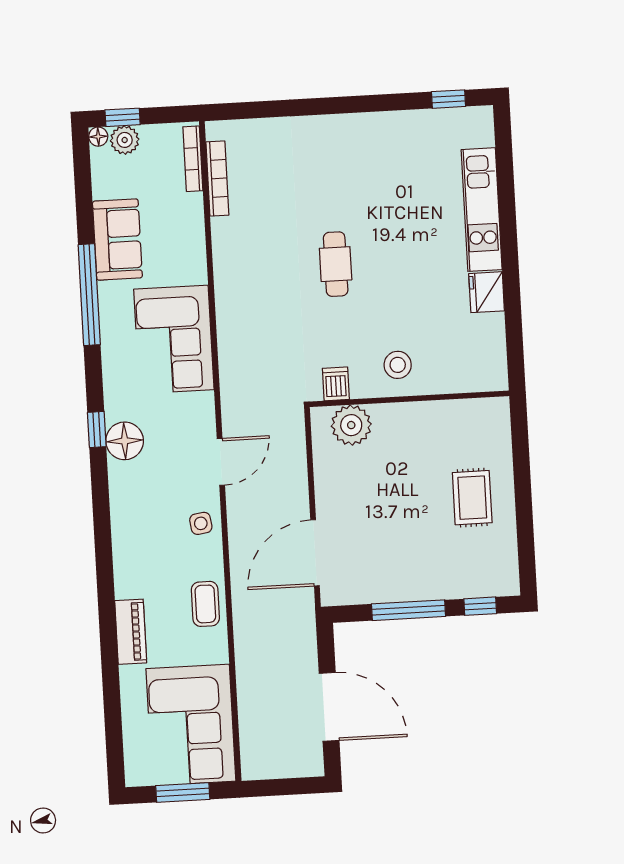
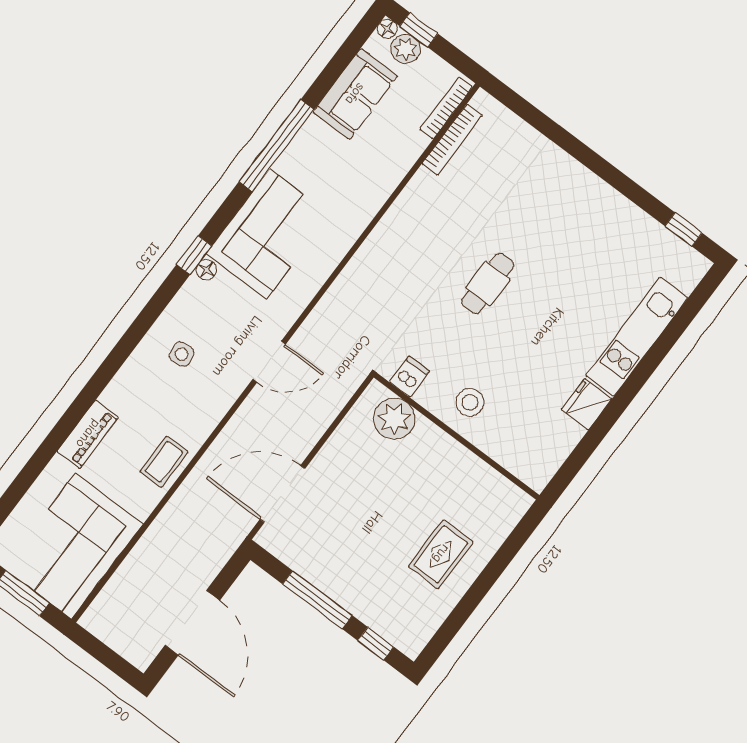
sofa: (117, 240) -> (355, 94), moved
corner sofa: (174, 339) -> (268, 234), moved, turned 180
floor lamp: (125, 441) -> (206, 270), width x0.53, depth x0.53
side table: (201, 523) -> (182, 354), moved

